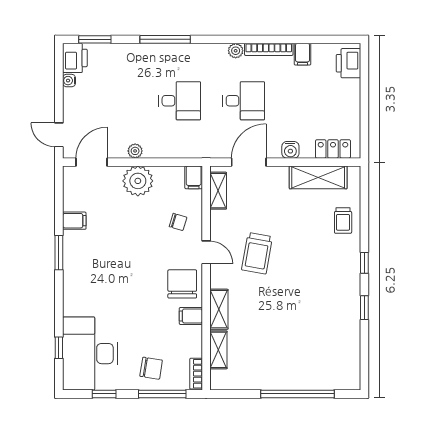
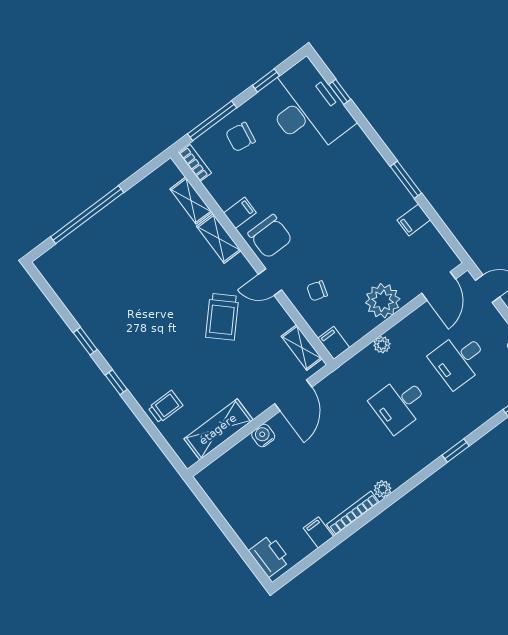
window: (165, 39) -> (456, 451), width x0.46
desk: (244, 101) -> (459, 360), moved
locker: (333, 149) -> (224, 466), removed
plant: (135, 151) -> (382, 345), moved
trolley: (343, 221) -> (165, 407), turned 90
trolley: (257, 253) -> (222, 317), turned -147

